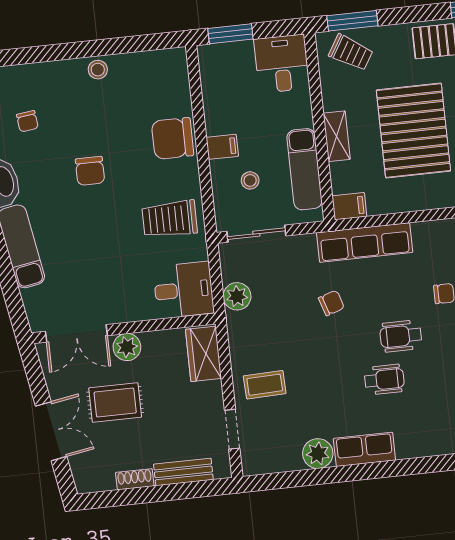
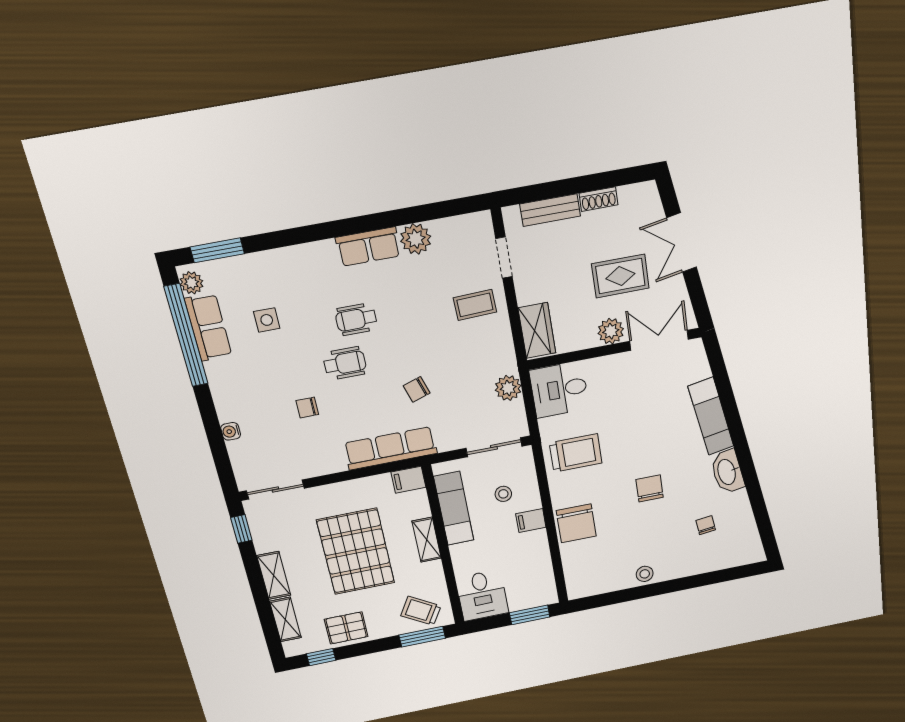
chair: (173, 138) -> (576, 523), turned 90

